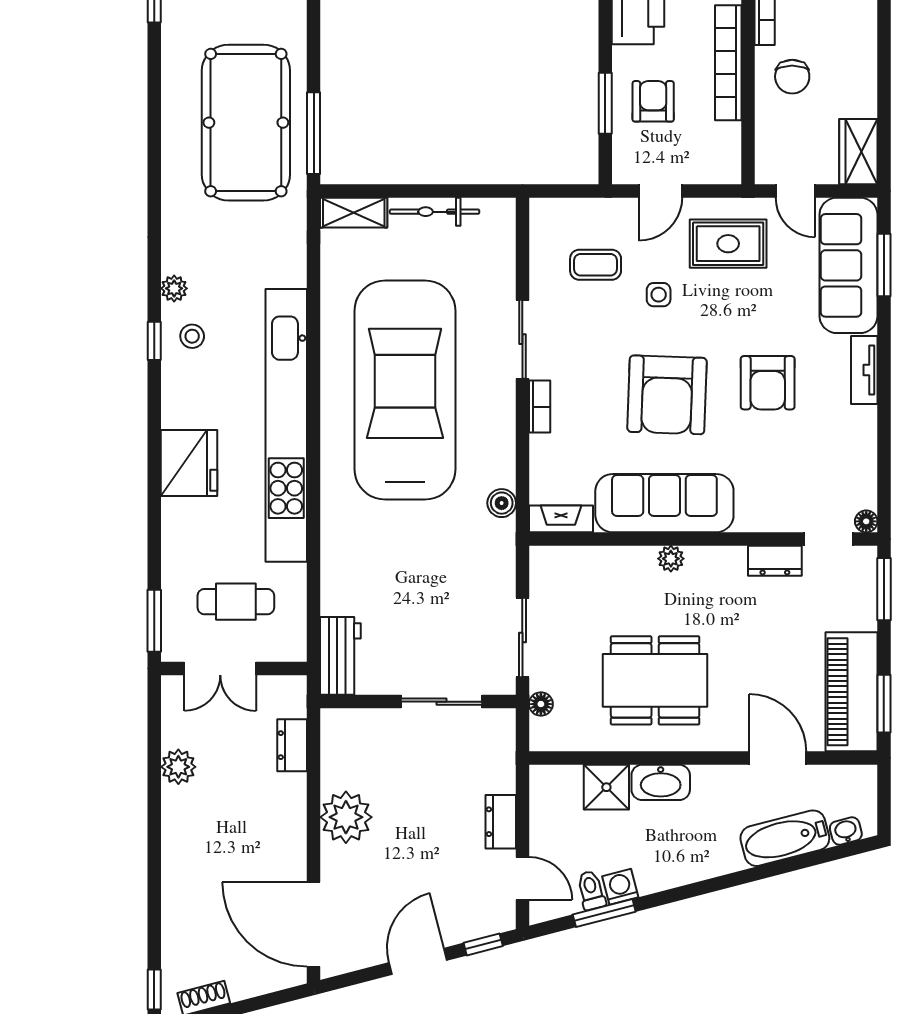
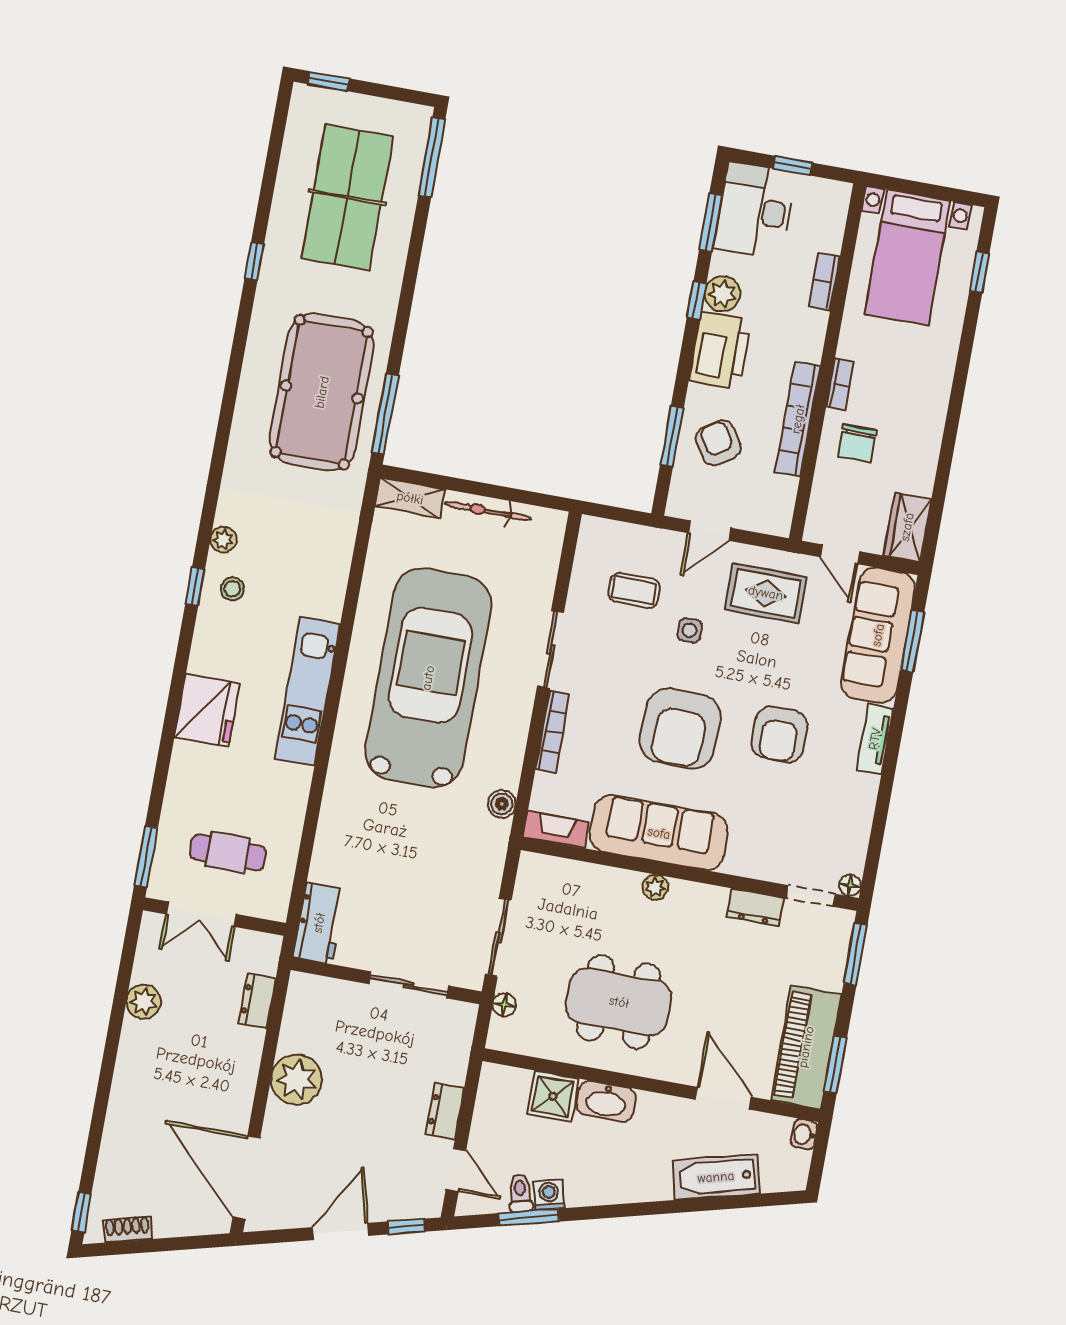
armchair: (653, 101) -> (718, 443), turned -34
bookcase: (540, 407) -> (553, 732), width x1.56
kitchen unit: (286, 425) -> (307, 691), width x0.54
washbasin: (846, 831) -> (804, 1134), moved, turned -75

